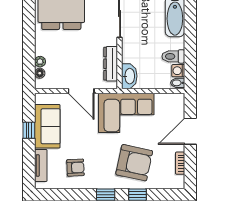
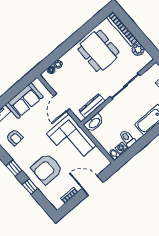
window: (29, 130) -> (13, 92), removed
armchair: (134, 163) -> (47, 169), turned 78

